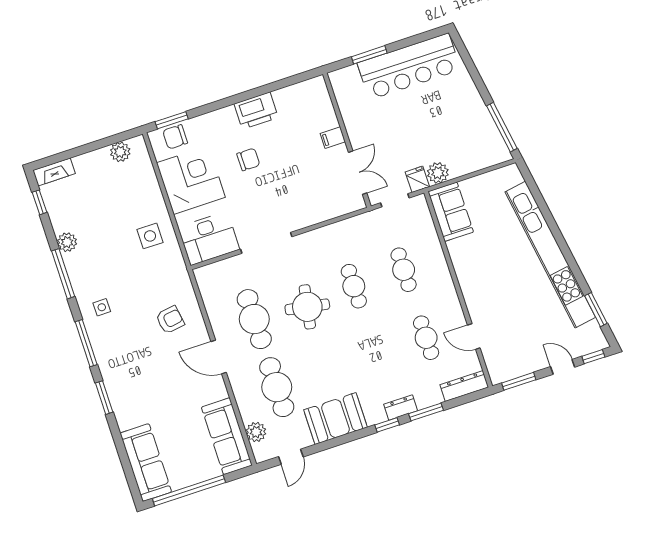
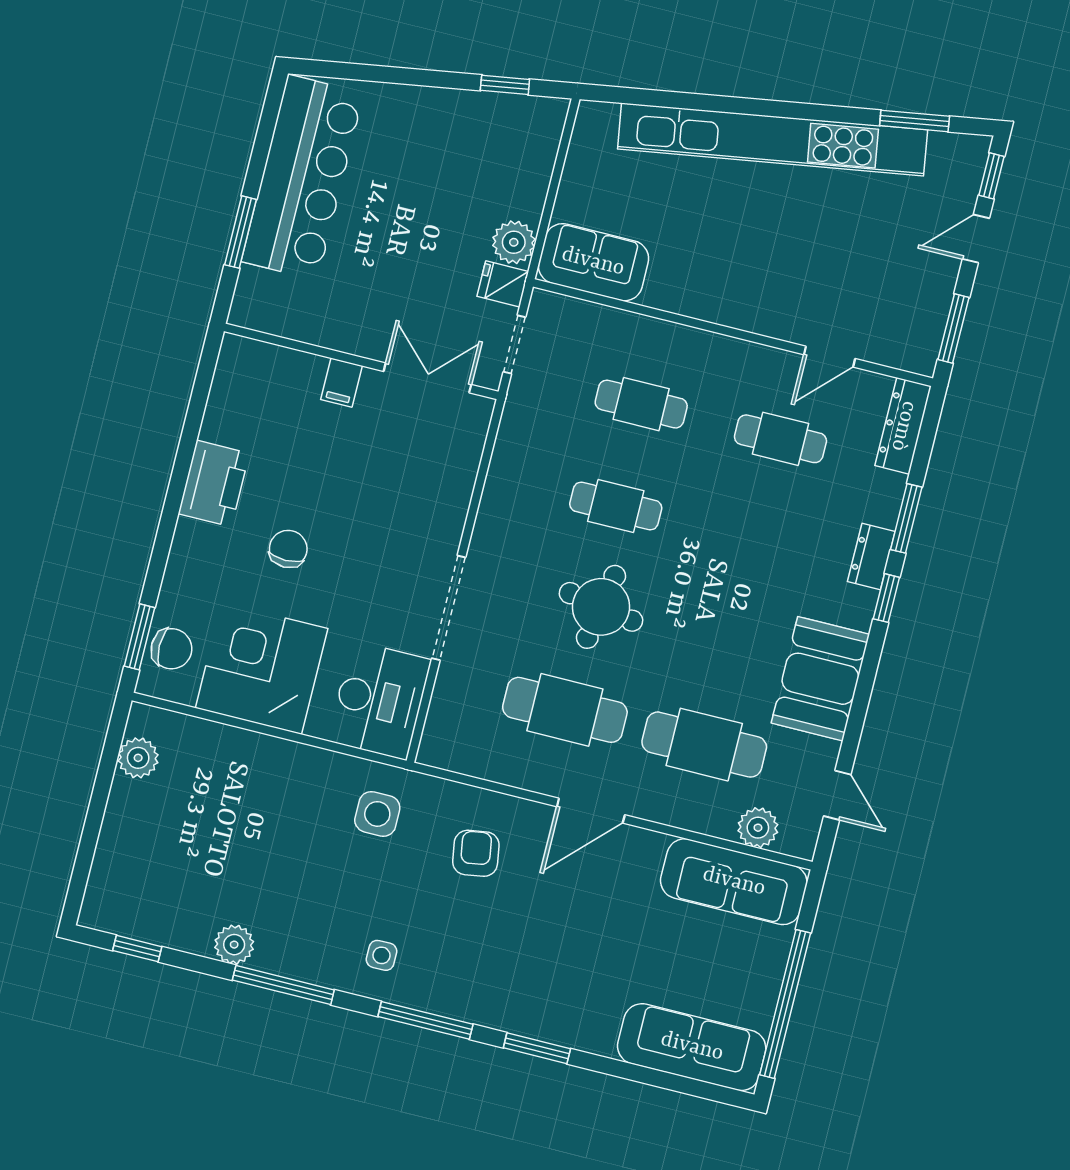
window: (502, 127) -> (505, 85), width x0.46
chair: (175, 137) -> (172, 649), turned -90
fireplace: (54, 172) -> (101, 891), removed
side table: (150, 236) -> (377, 814), moved

